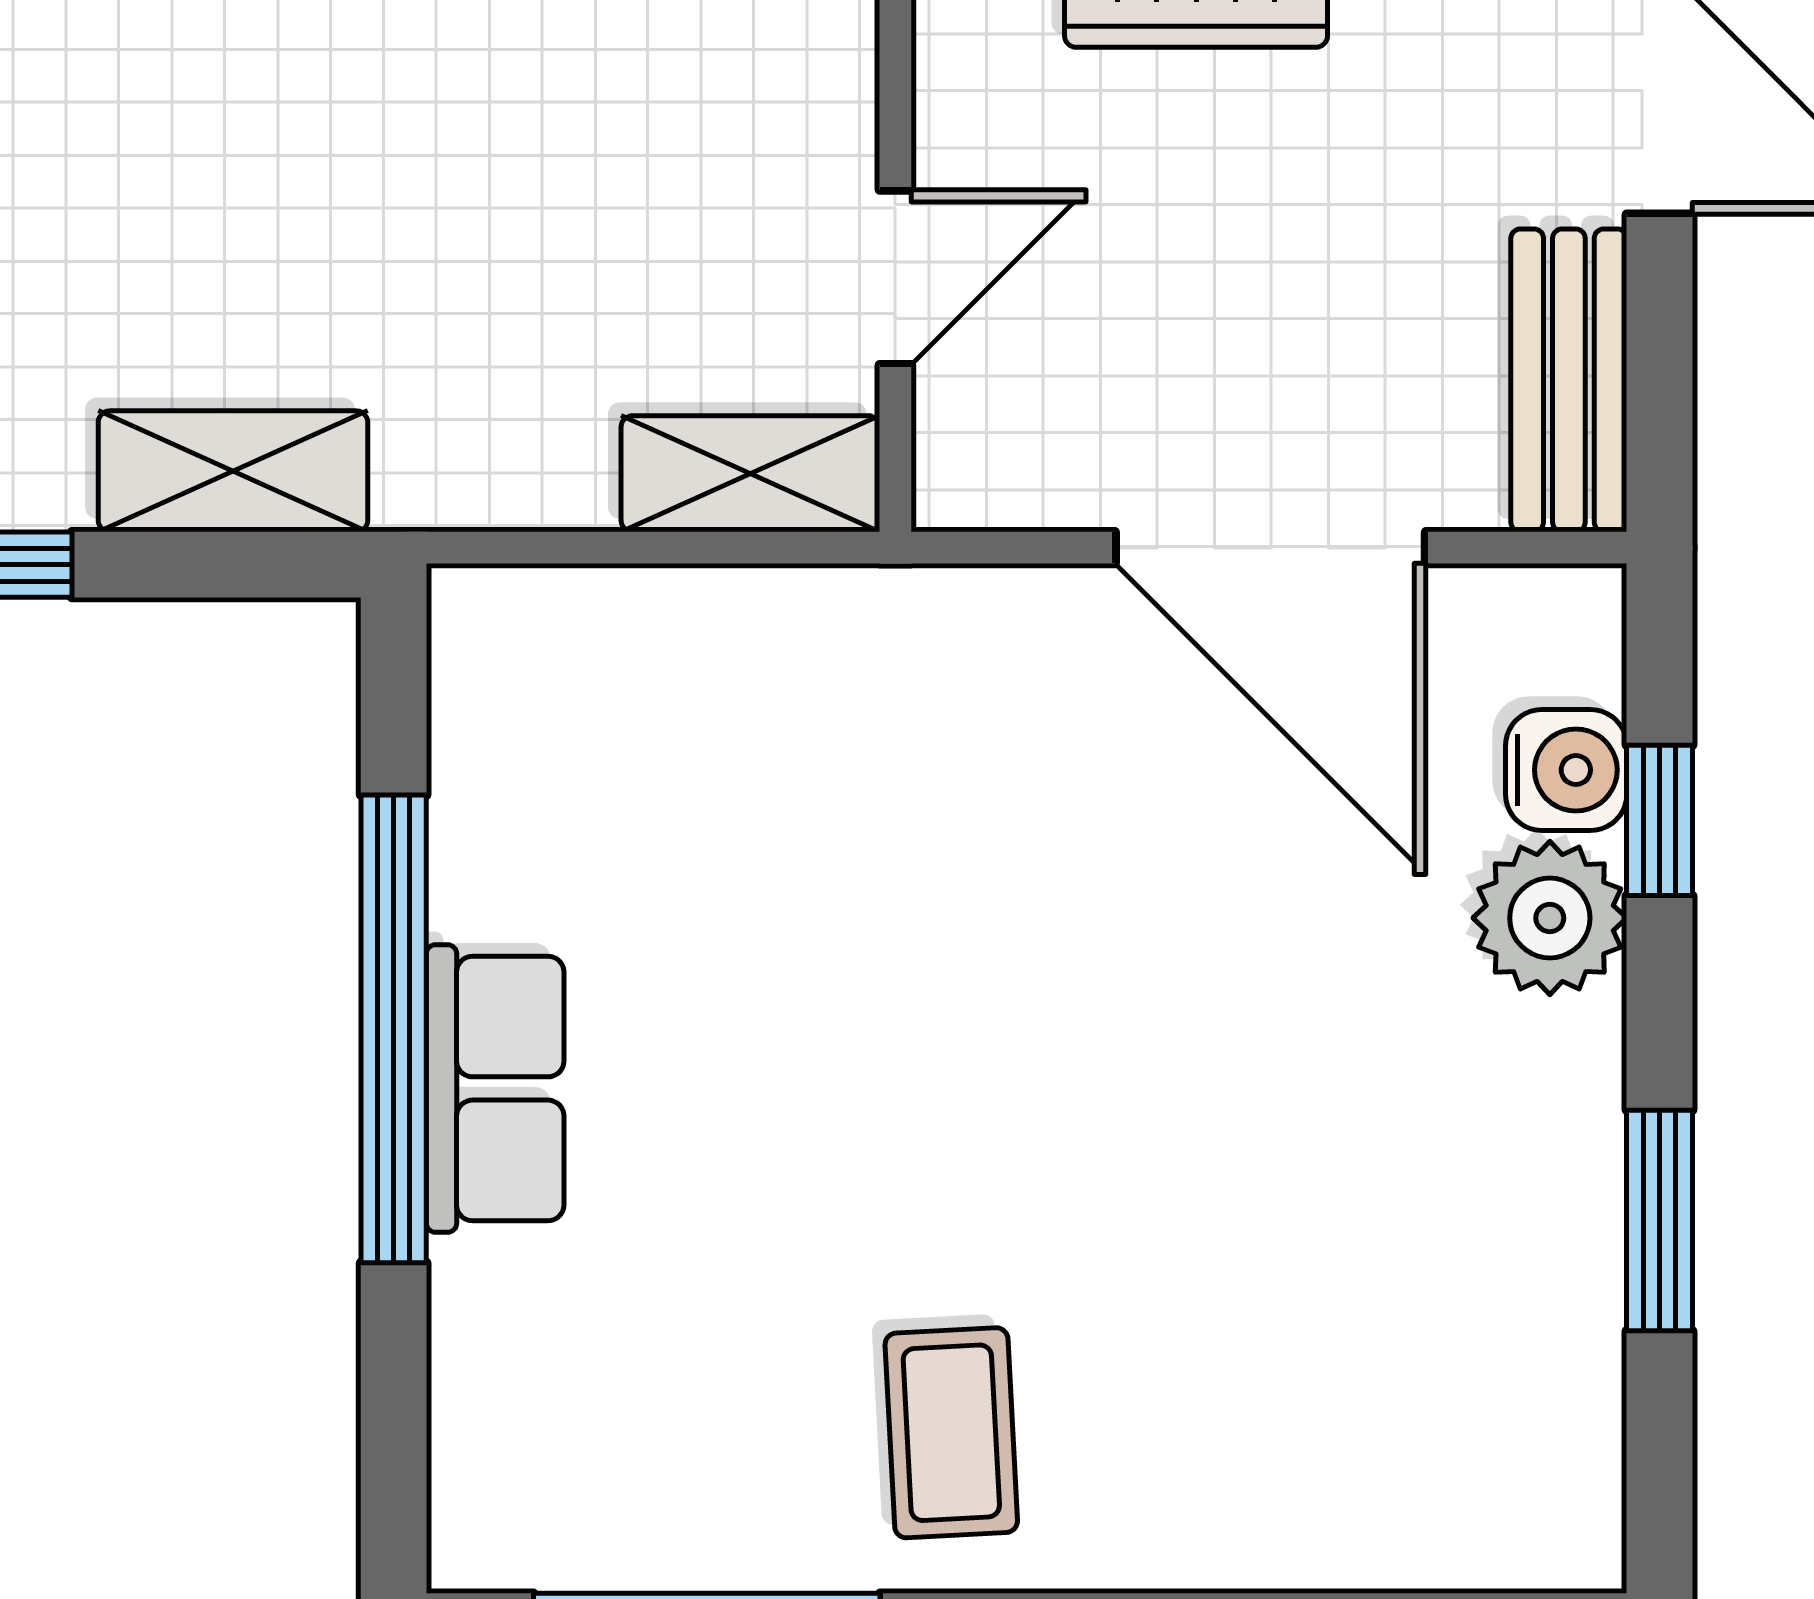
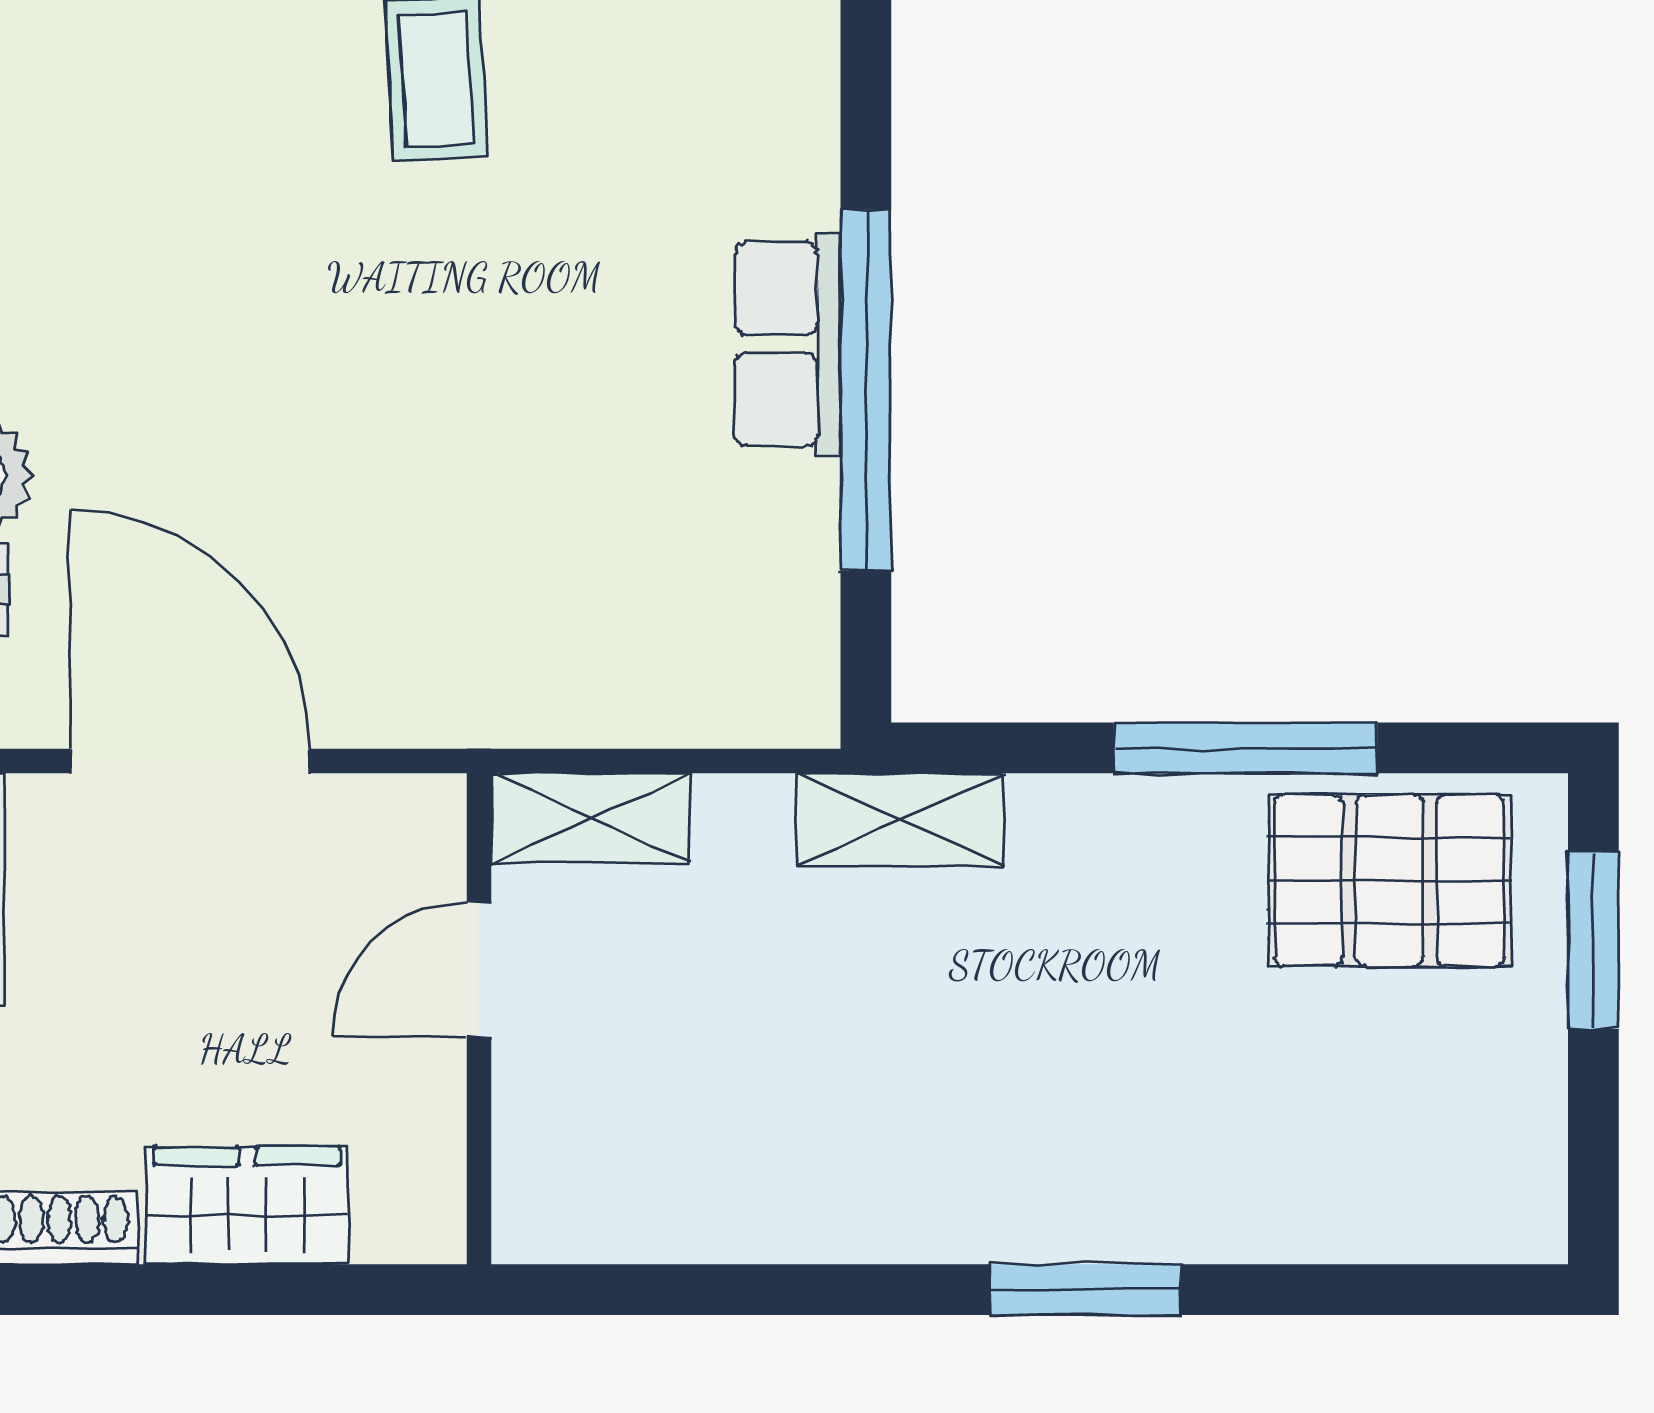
shelving: (233, 471) -> (900, 820), moved

